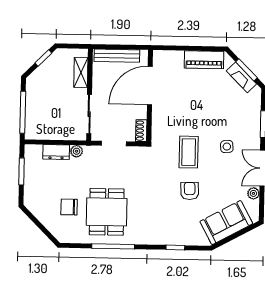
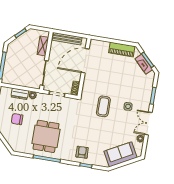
armchair: (190, 191) -> (82, 152), moved
chair: (69, 207) -> (17, 119), moved

